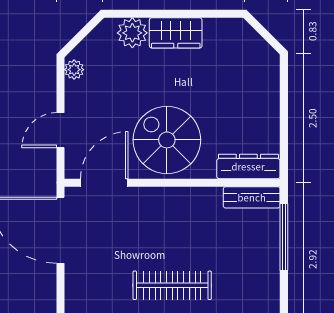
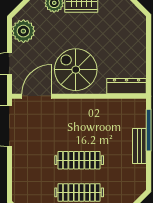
plant: (74, 70) -> (23, 31), width x1.87, depth x1.87
bench: (252, 197) -> (139, 146), moved, turned 90

